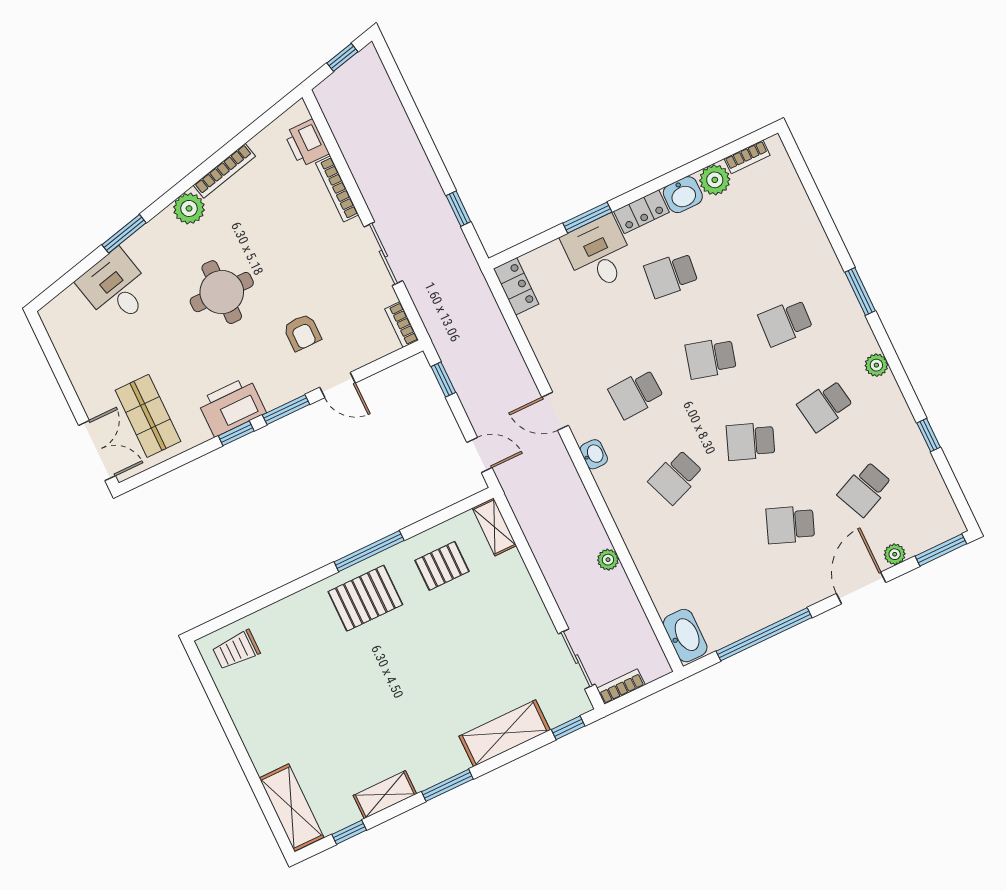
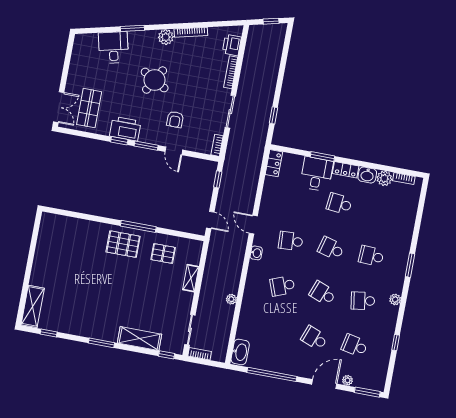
round table: (222, 292) -> (155, 80), turned 30
school desk: (865, 489) -> (355, 346), turned 36
shelving: (494, 527) -> (191, 278), moved
trolley: (236, 650) -> (56, 227), removed
shelving: (385, 795) -> (74, 328), removed

